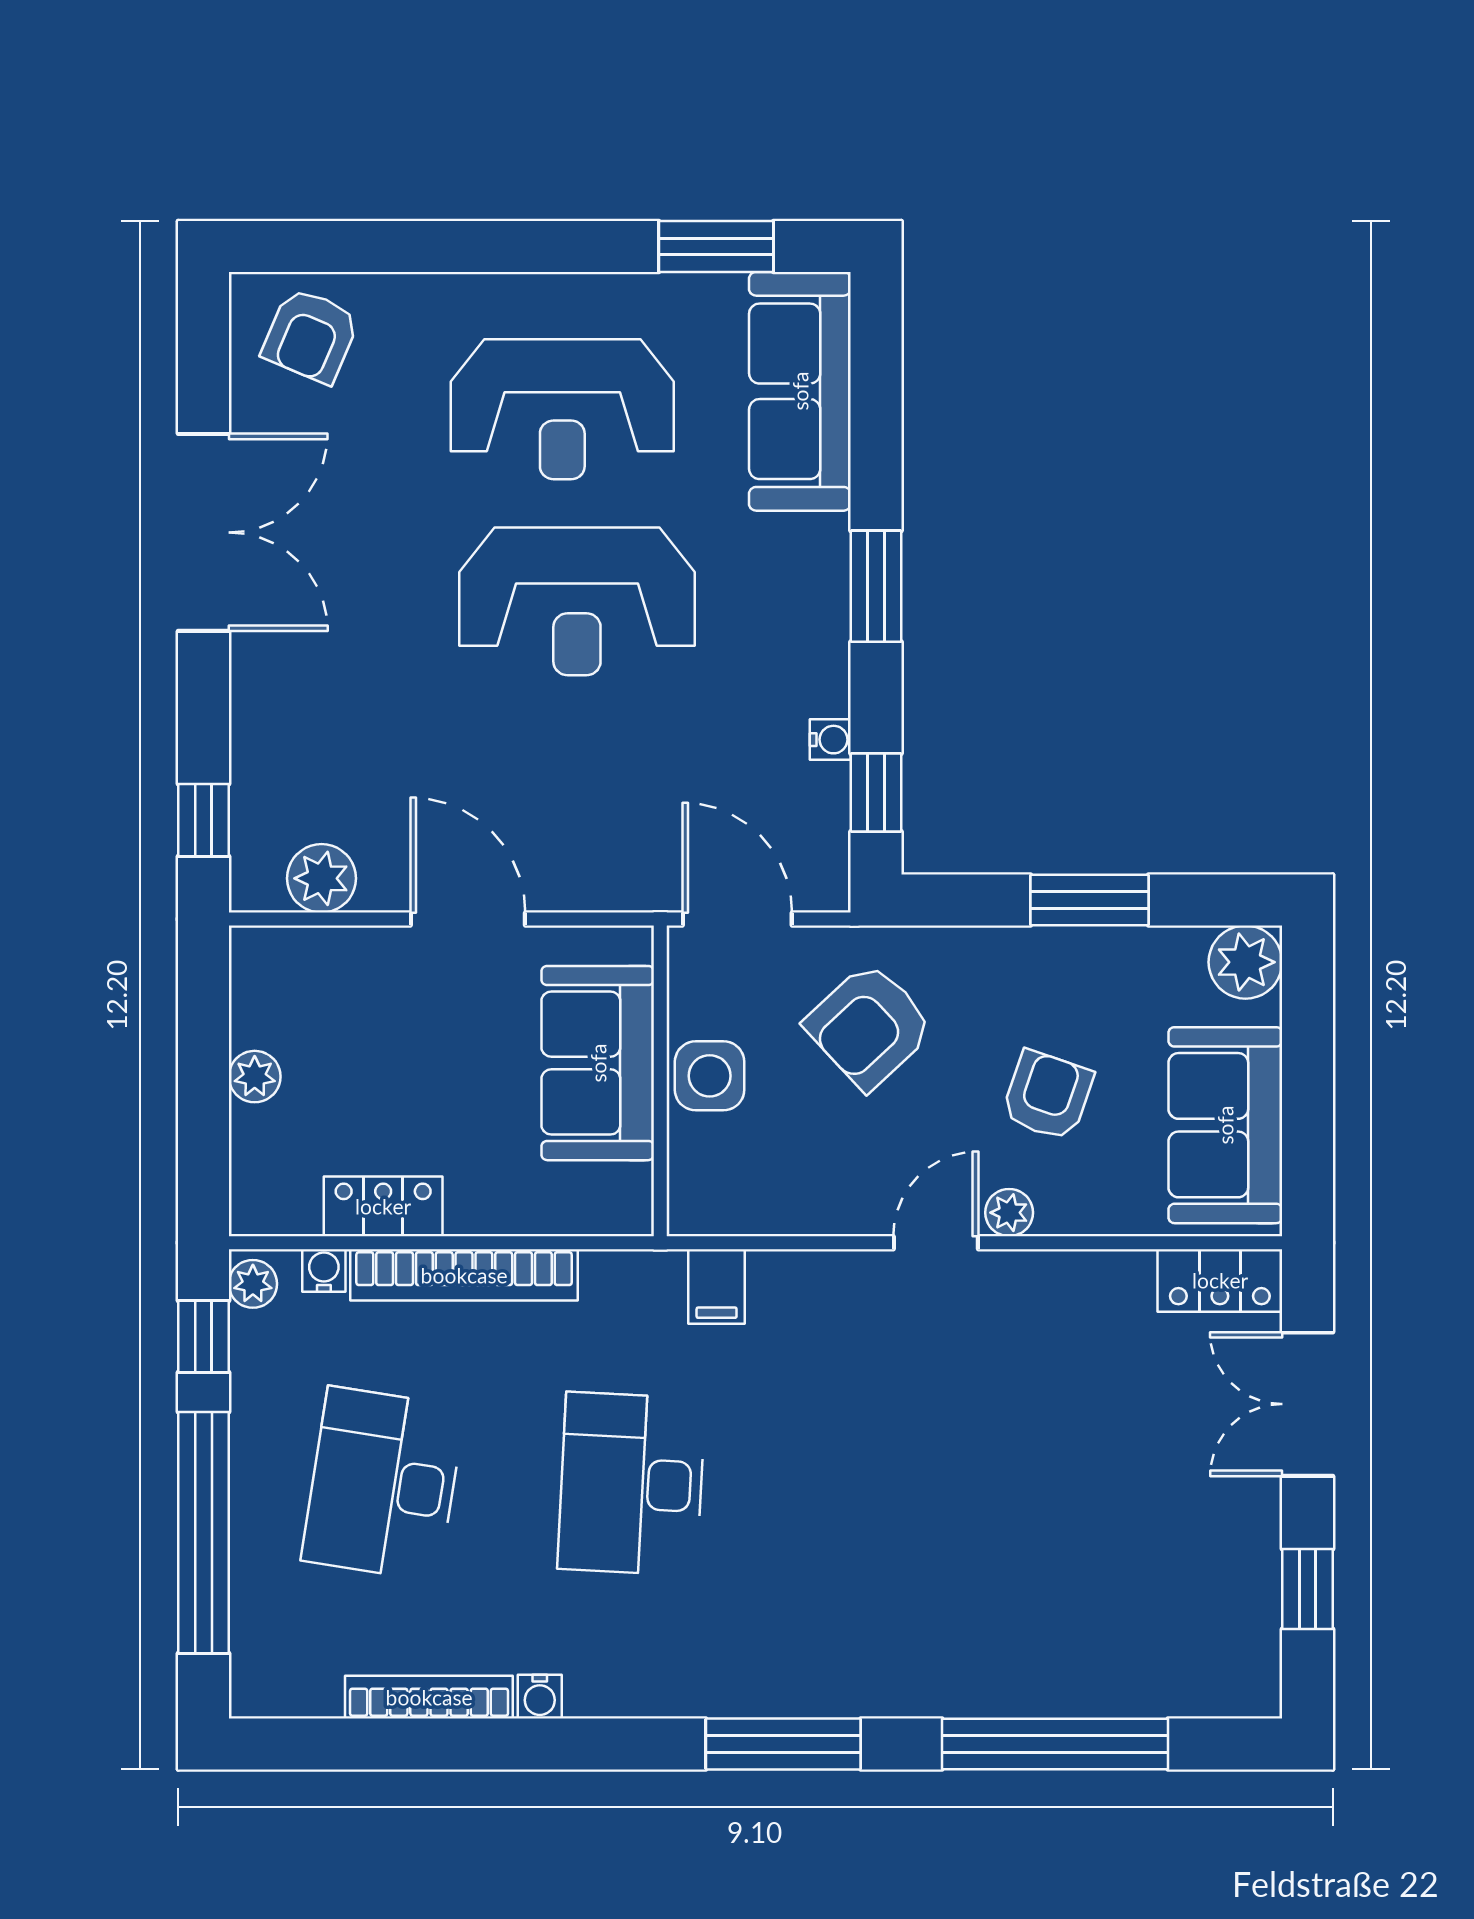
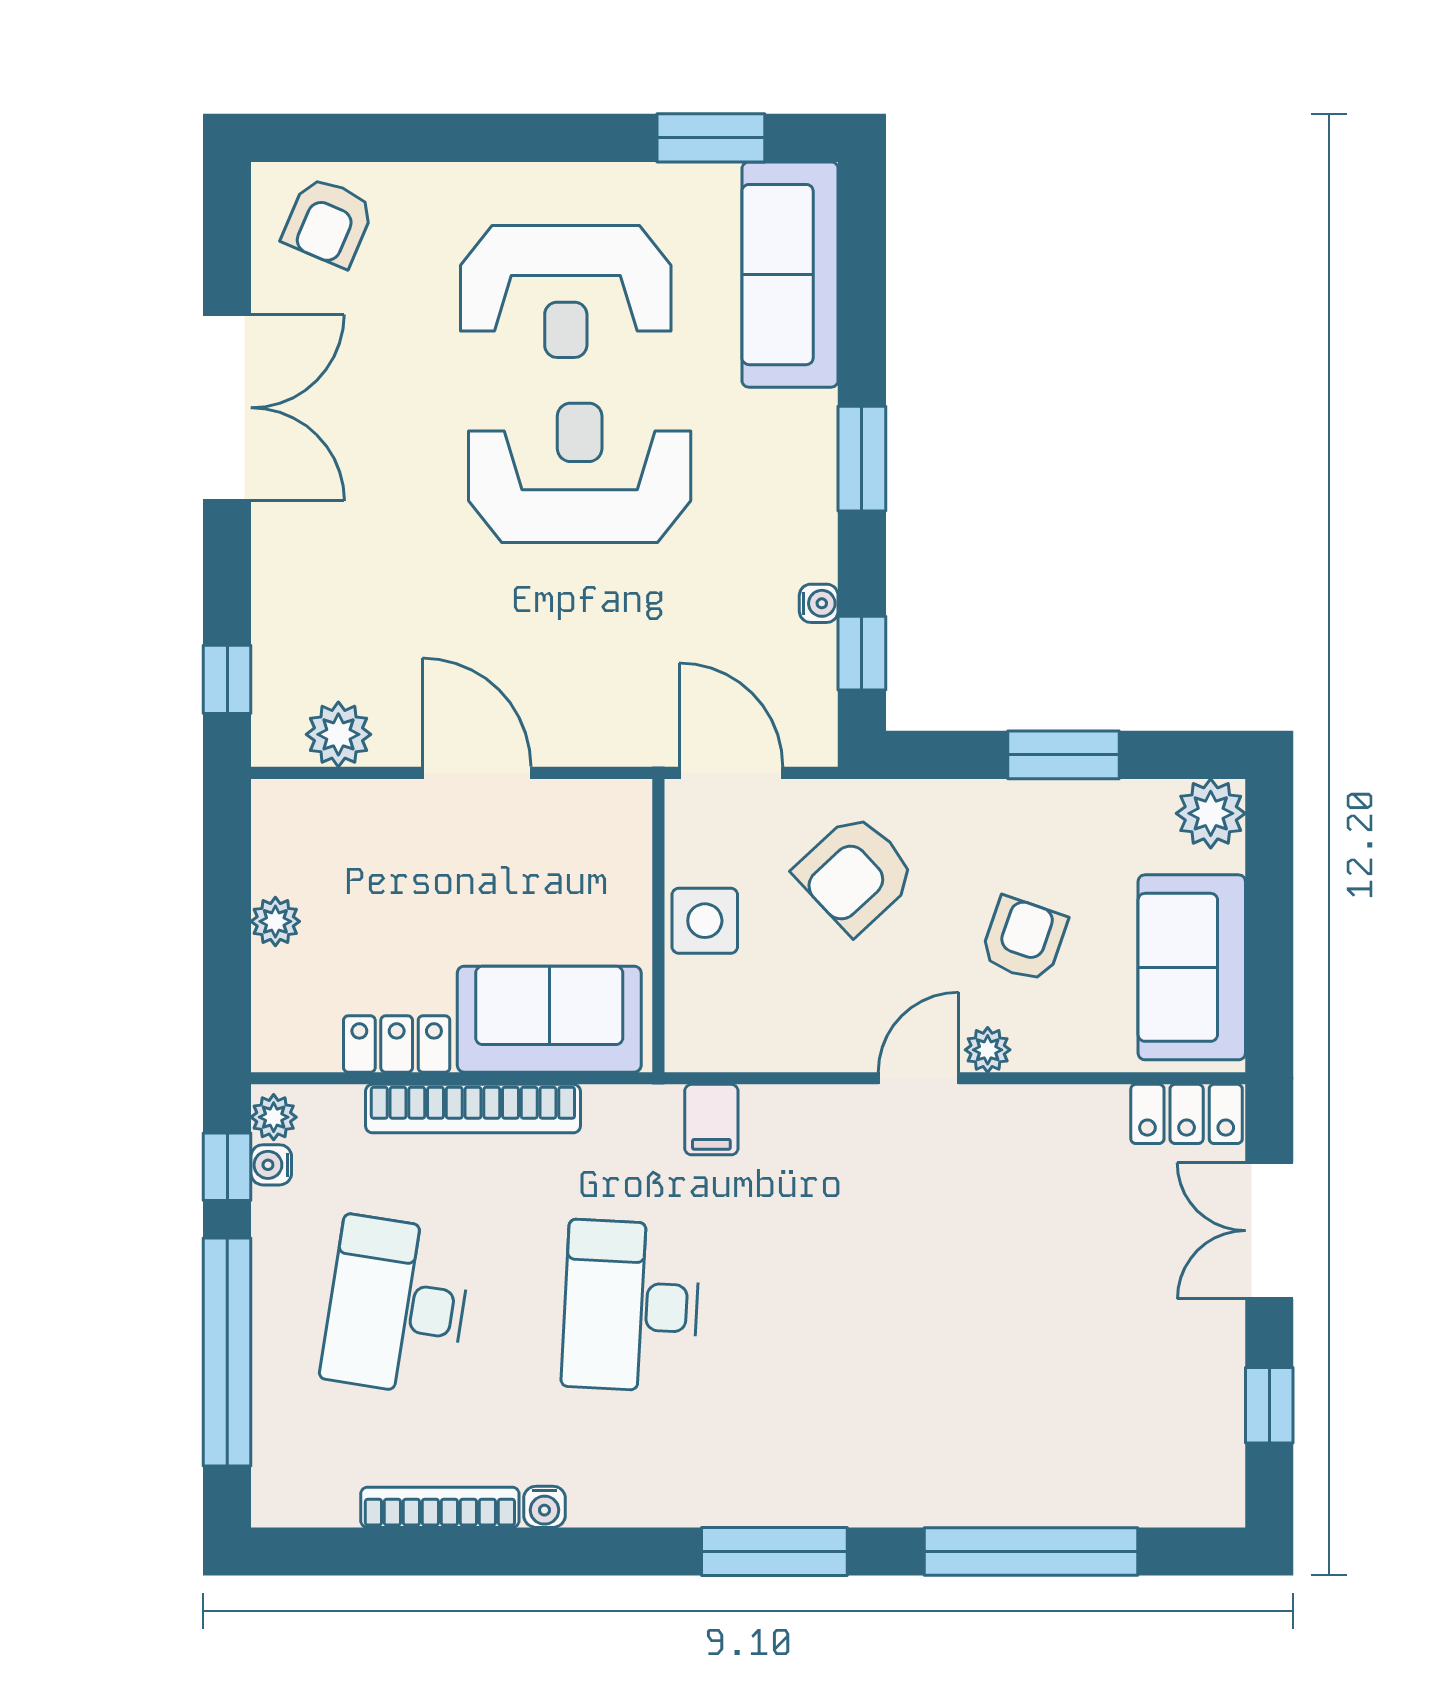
reception desk: (577, 601) -> (580, 473), turned 180
sofa: (598, 1063) -> (549, 1019), moved, turned 90
water cooler: (324, 1270) -> (271, 1165), moved, turned -90

